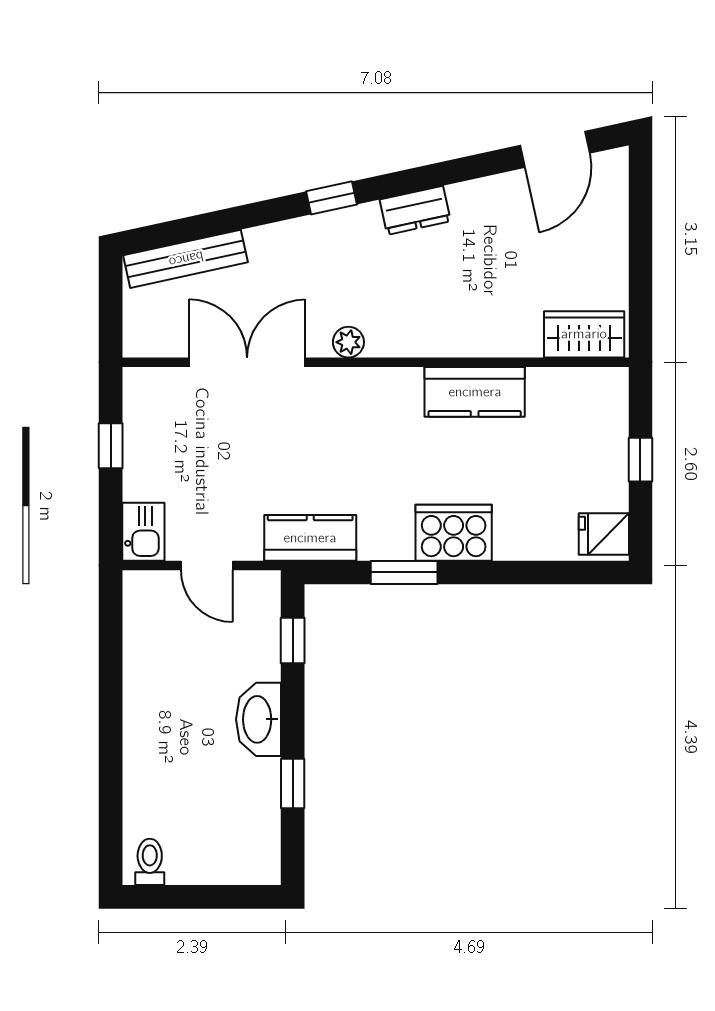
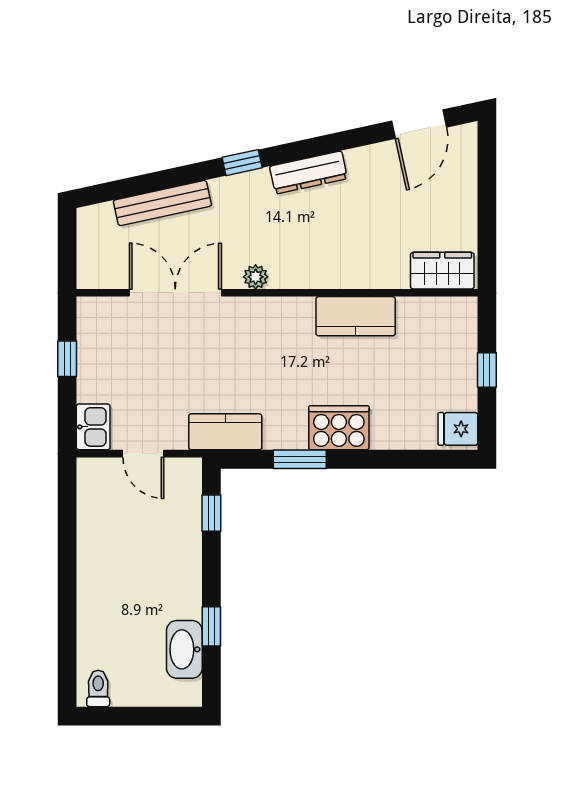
dresser: (415, 210) -> (308, 172), width x1.44
bench: (186, 259) -> (162, 203), moved
washbasin: (258, 719) -> (184, 649), moved

